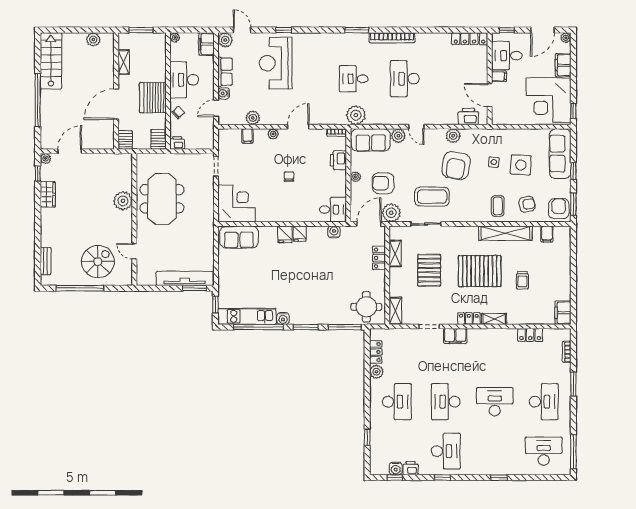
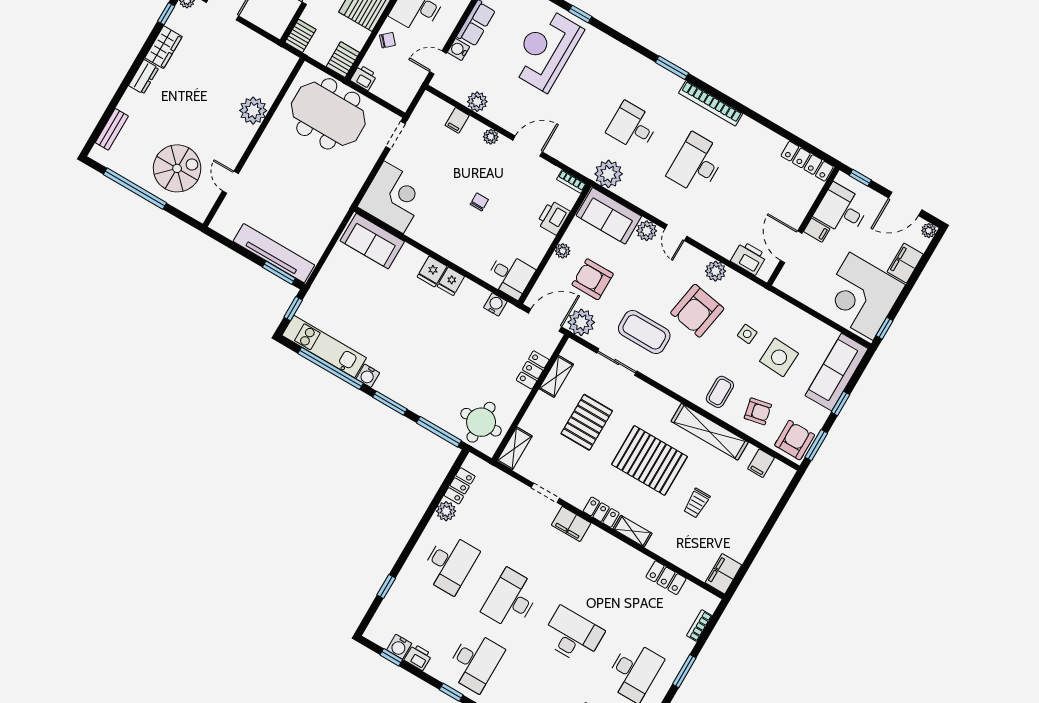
meeting table: (162, 199) -> (328, 114), moved, turned 90
dresser: (46, 219) -> (144, 77), added

